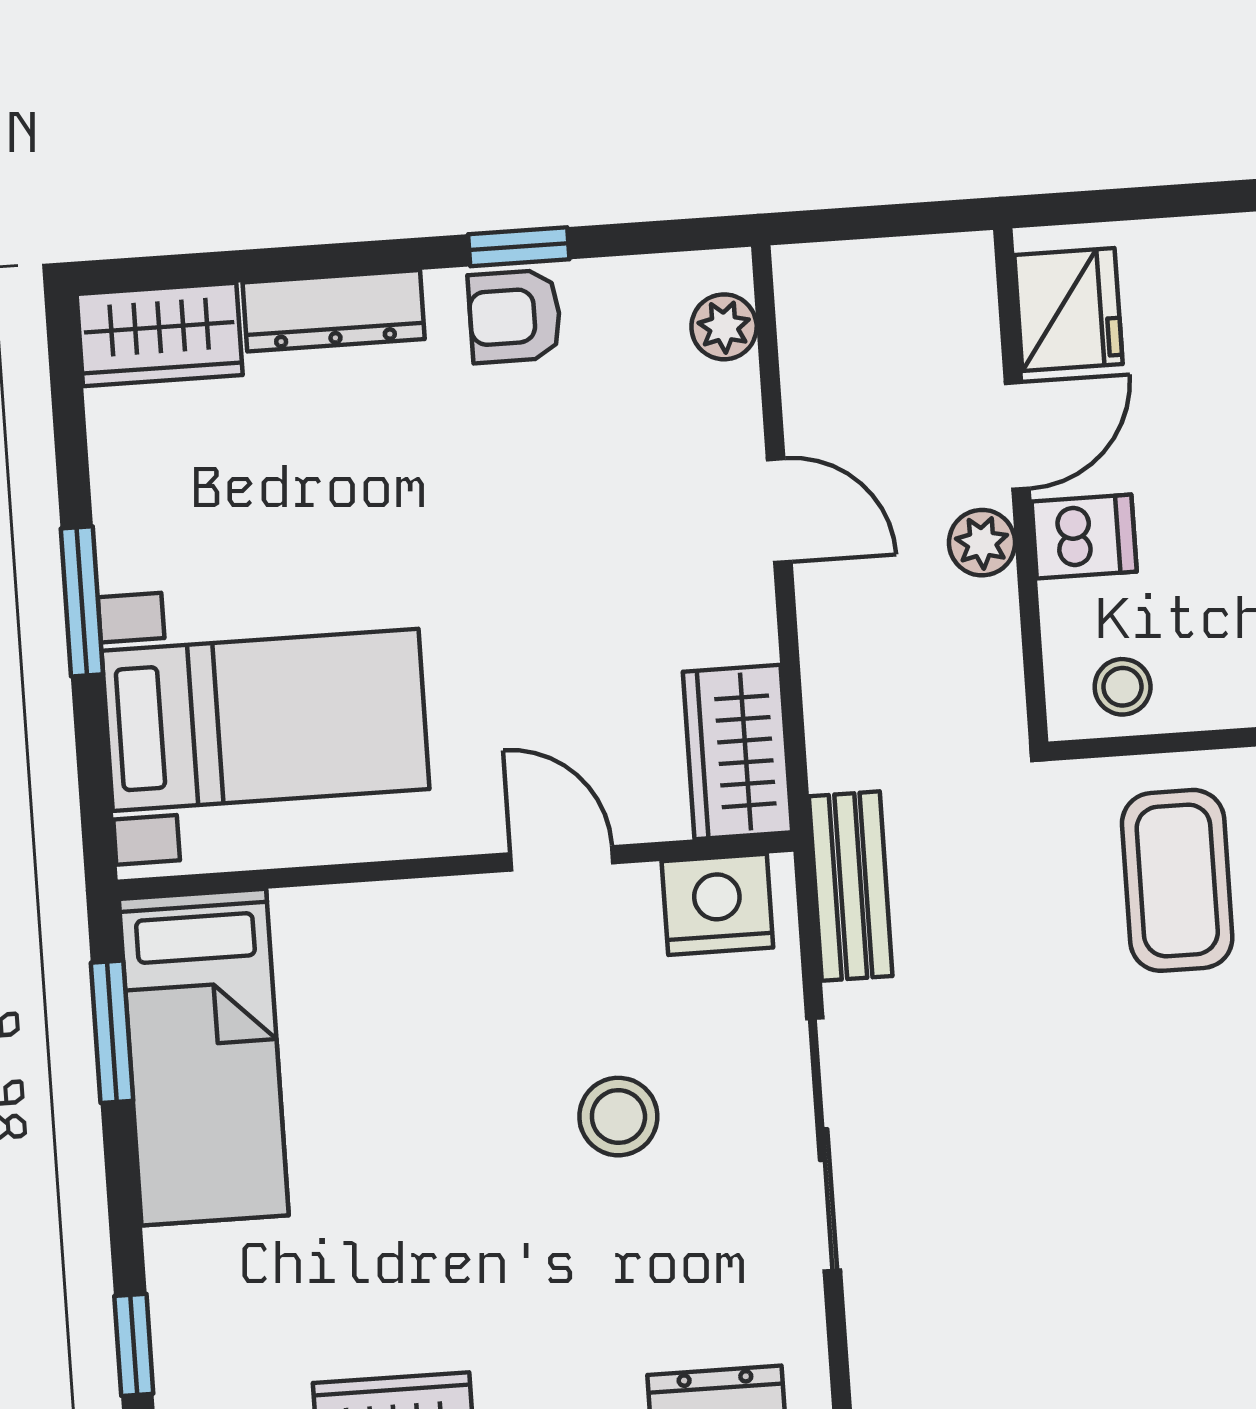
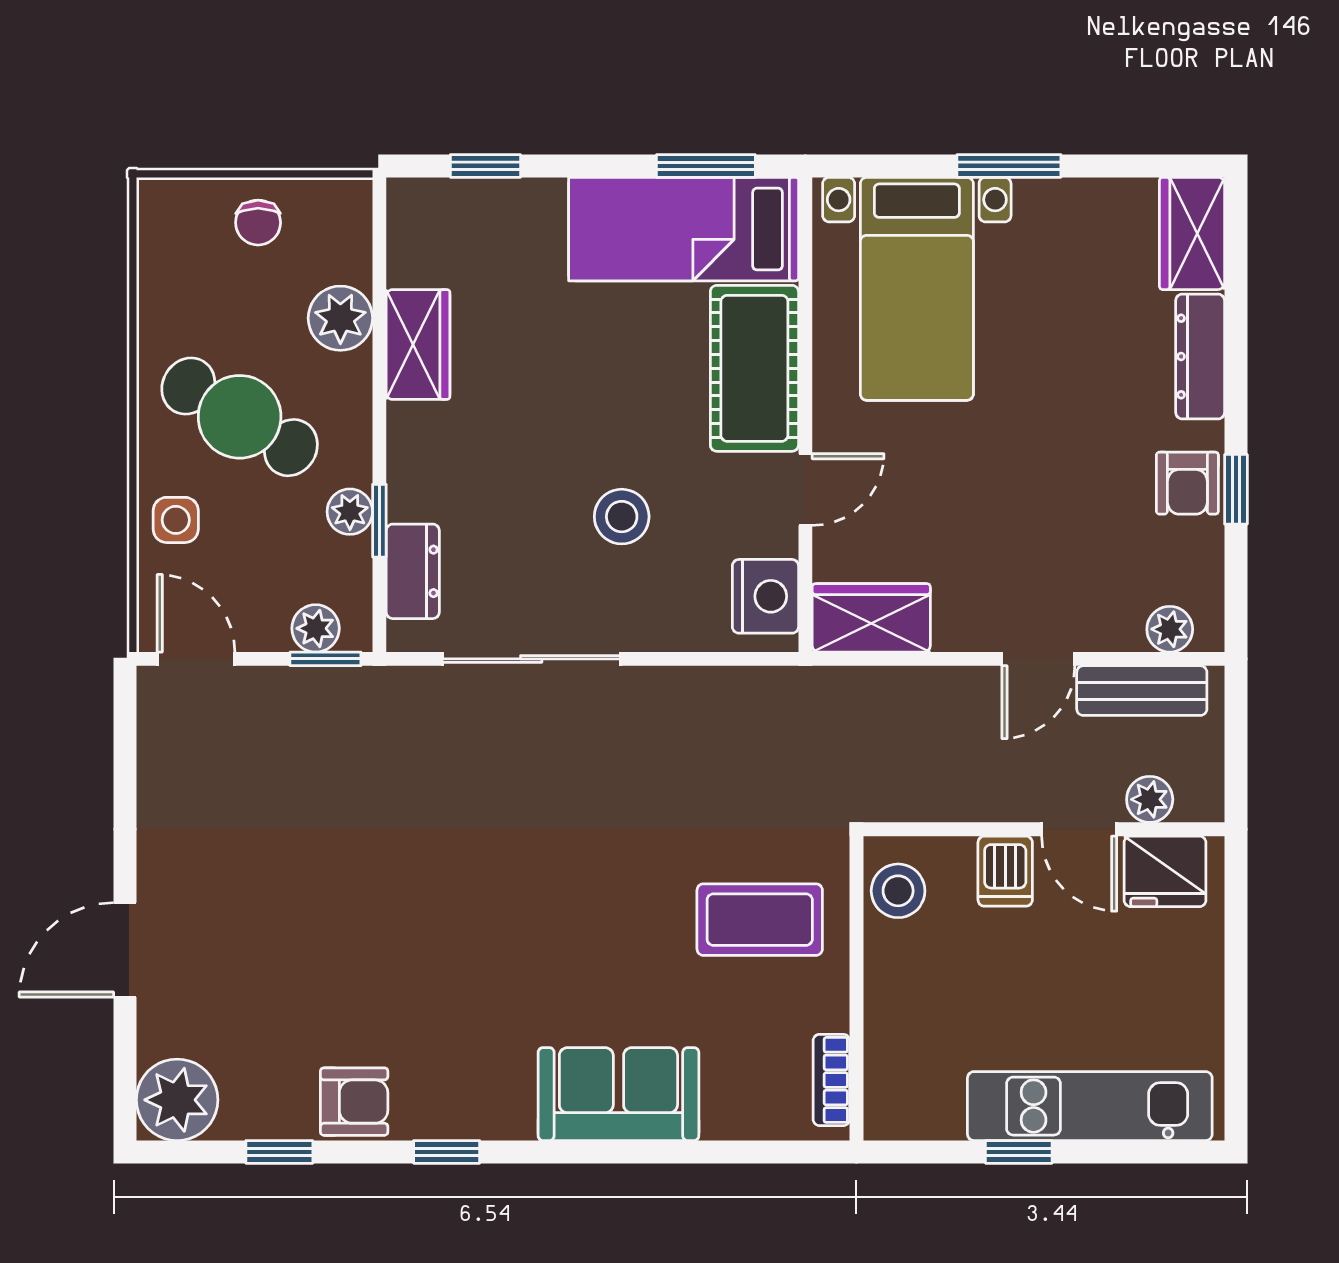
armchair: (515, 316) -> (1187, 483), turned 180
plant: (982, 543) -> (1150, 799), moved
stool: (1123, 687) -> (898, 891), width x1.37, depth x1.37
bench: (851, 886) -> (1142, 691), moved
cot: (395, 943) -> (754, 368), added
sliding door: (824, 1145) -> (531, 659), moved

